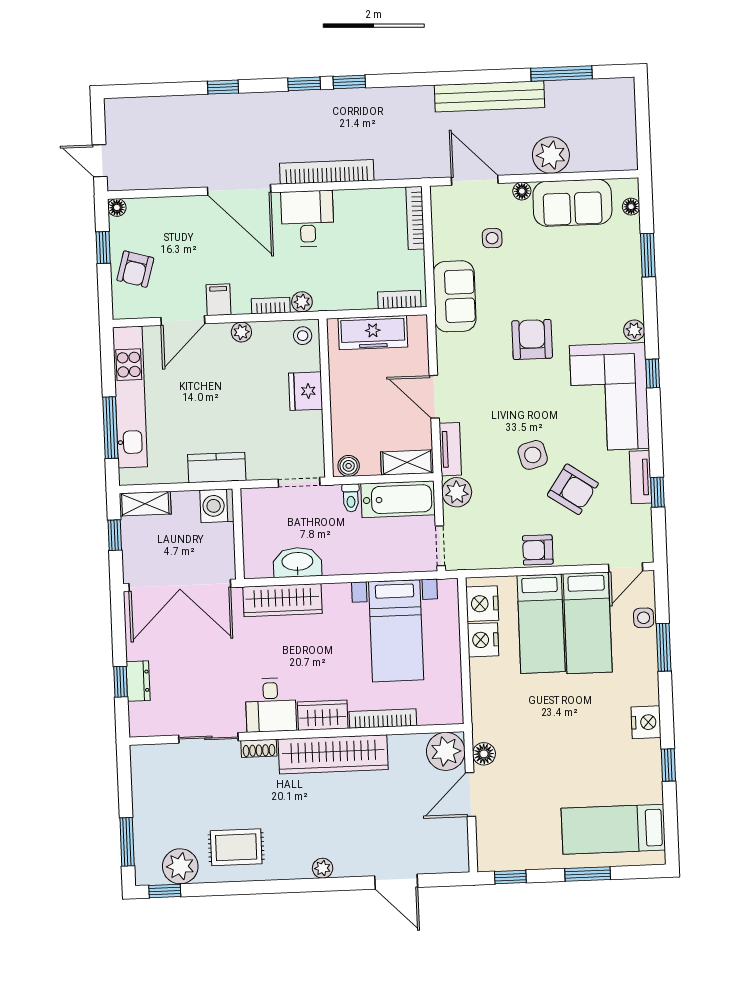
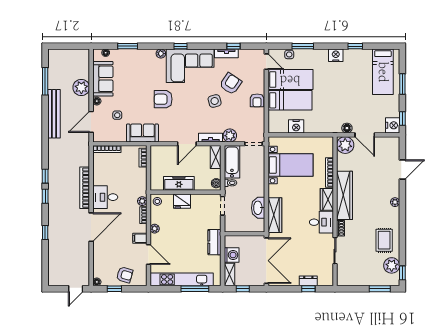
freezer: (373, 333) -> (179, 183), moved, turned -90
washing machine: (217, 506) -> (232, 255), moved, turned -90
nightstand: (482, 604) -> (393, 125), moved, turned -90

